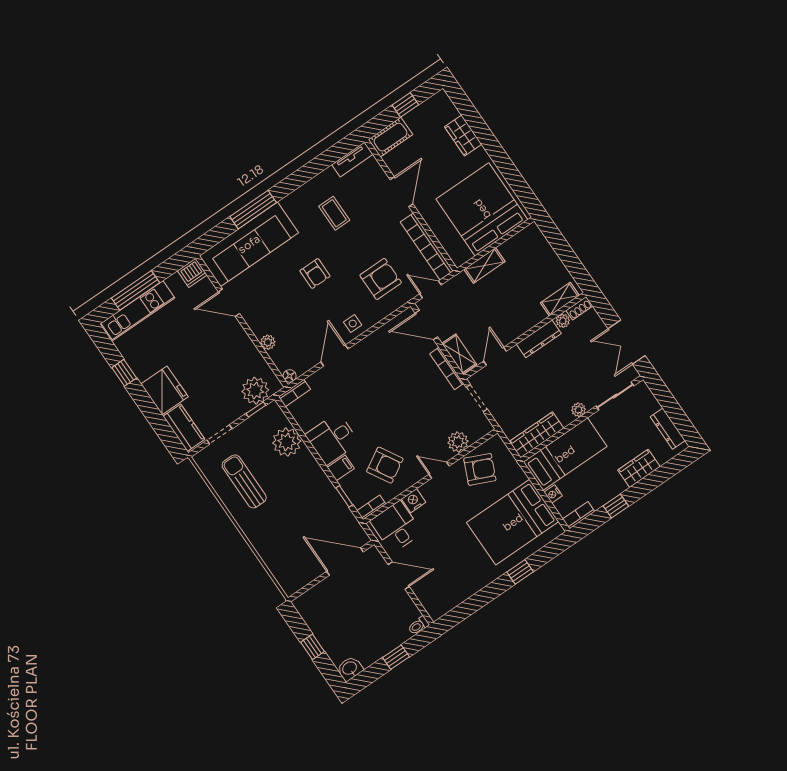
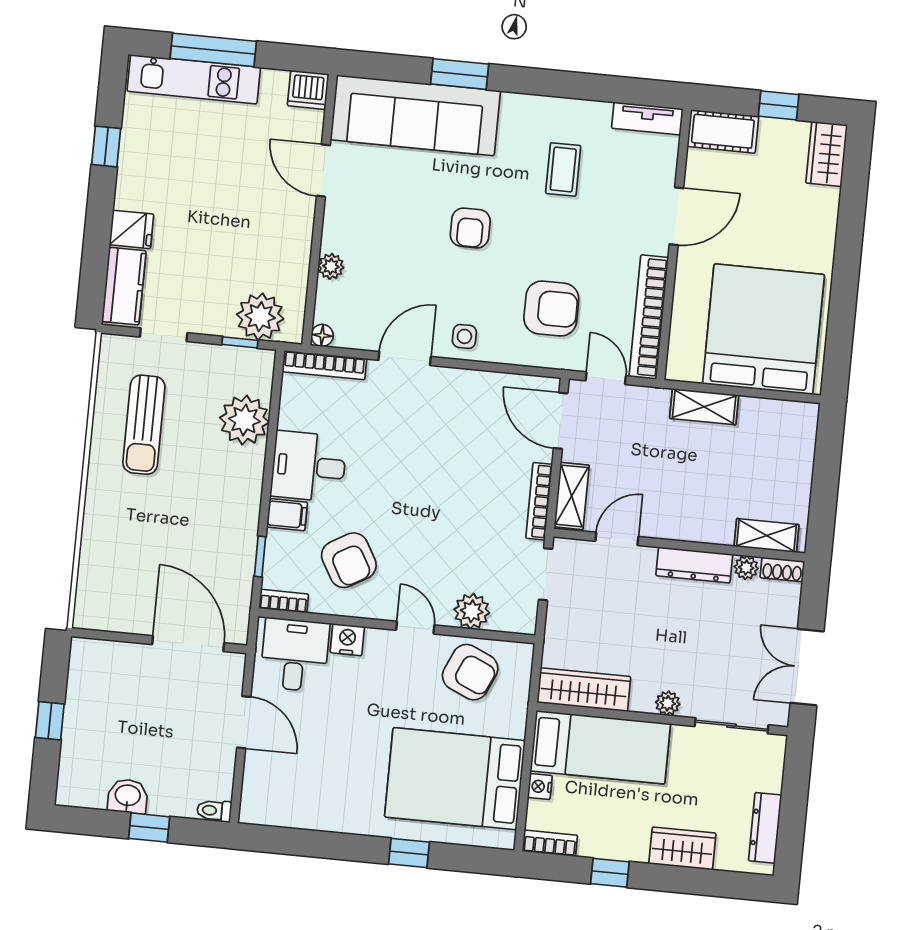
wardrobe: (463, 136) -> (827, 154), moved
window: (253, 210) -> (460, 74), width x0.69
fridge: (164, 390) -> (132, 229), width x0.53, depth x0.75
bookcase: (294, 393) -> (324, 365), width x1.56
sun lounger: (244, 481) -> (144, 425), turned 180
washbasin: (350, 669) -> (128, 796), moved

